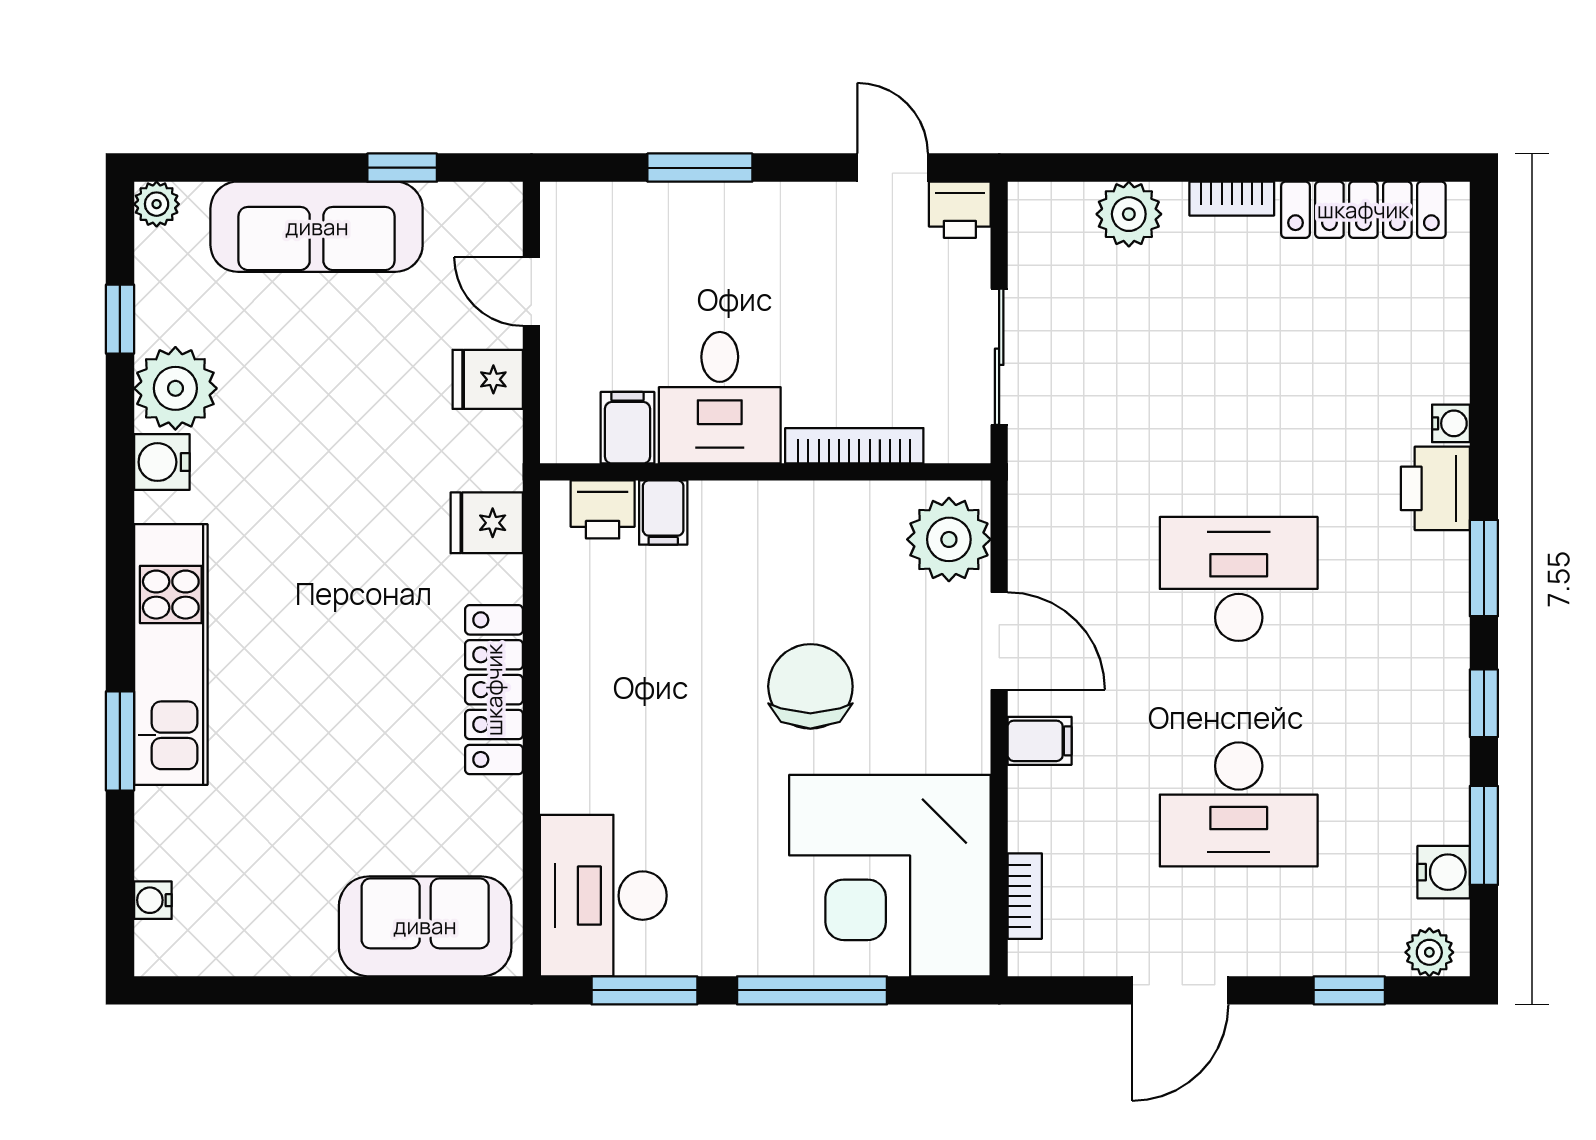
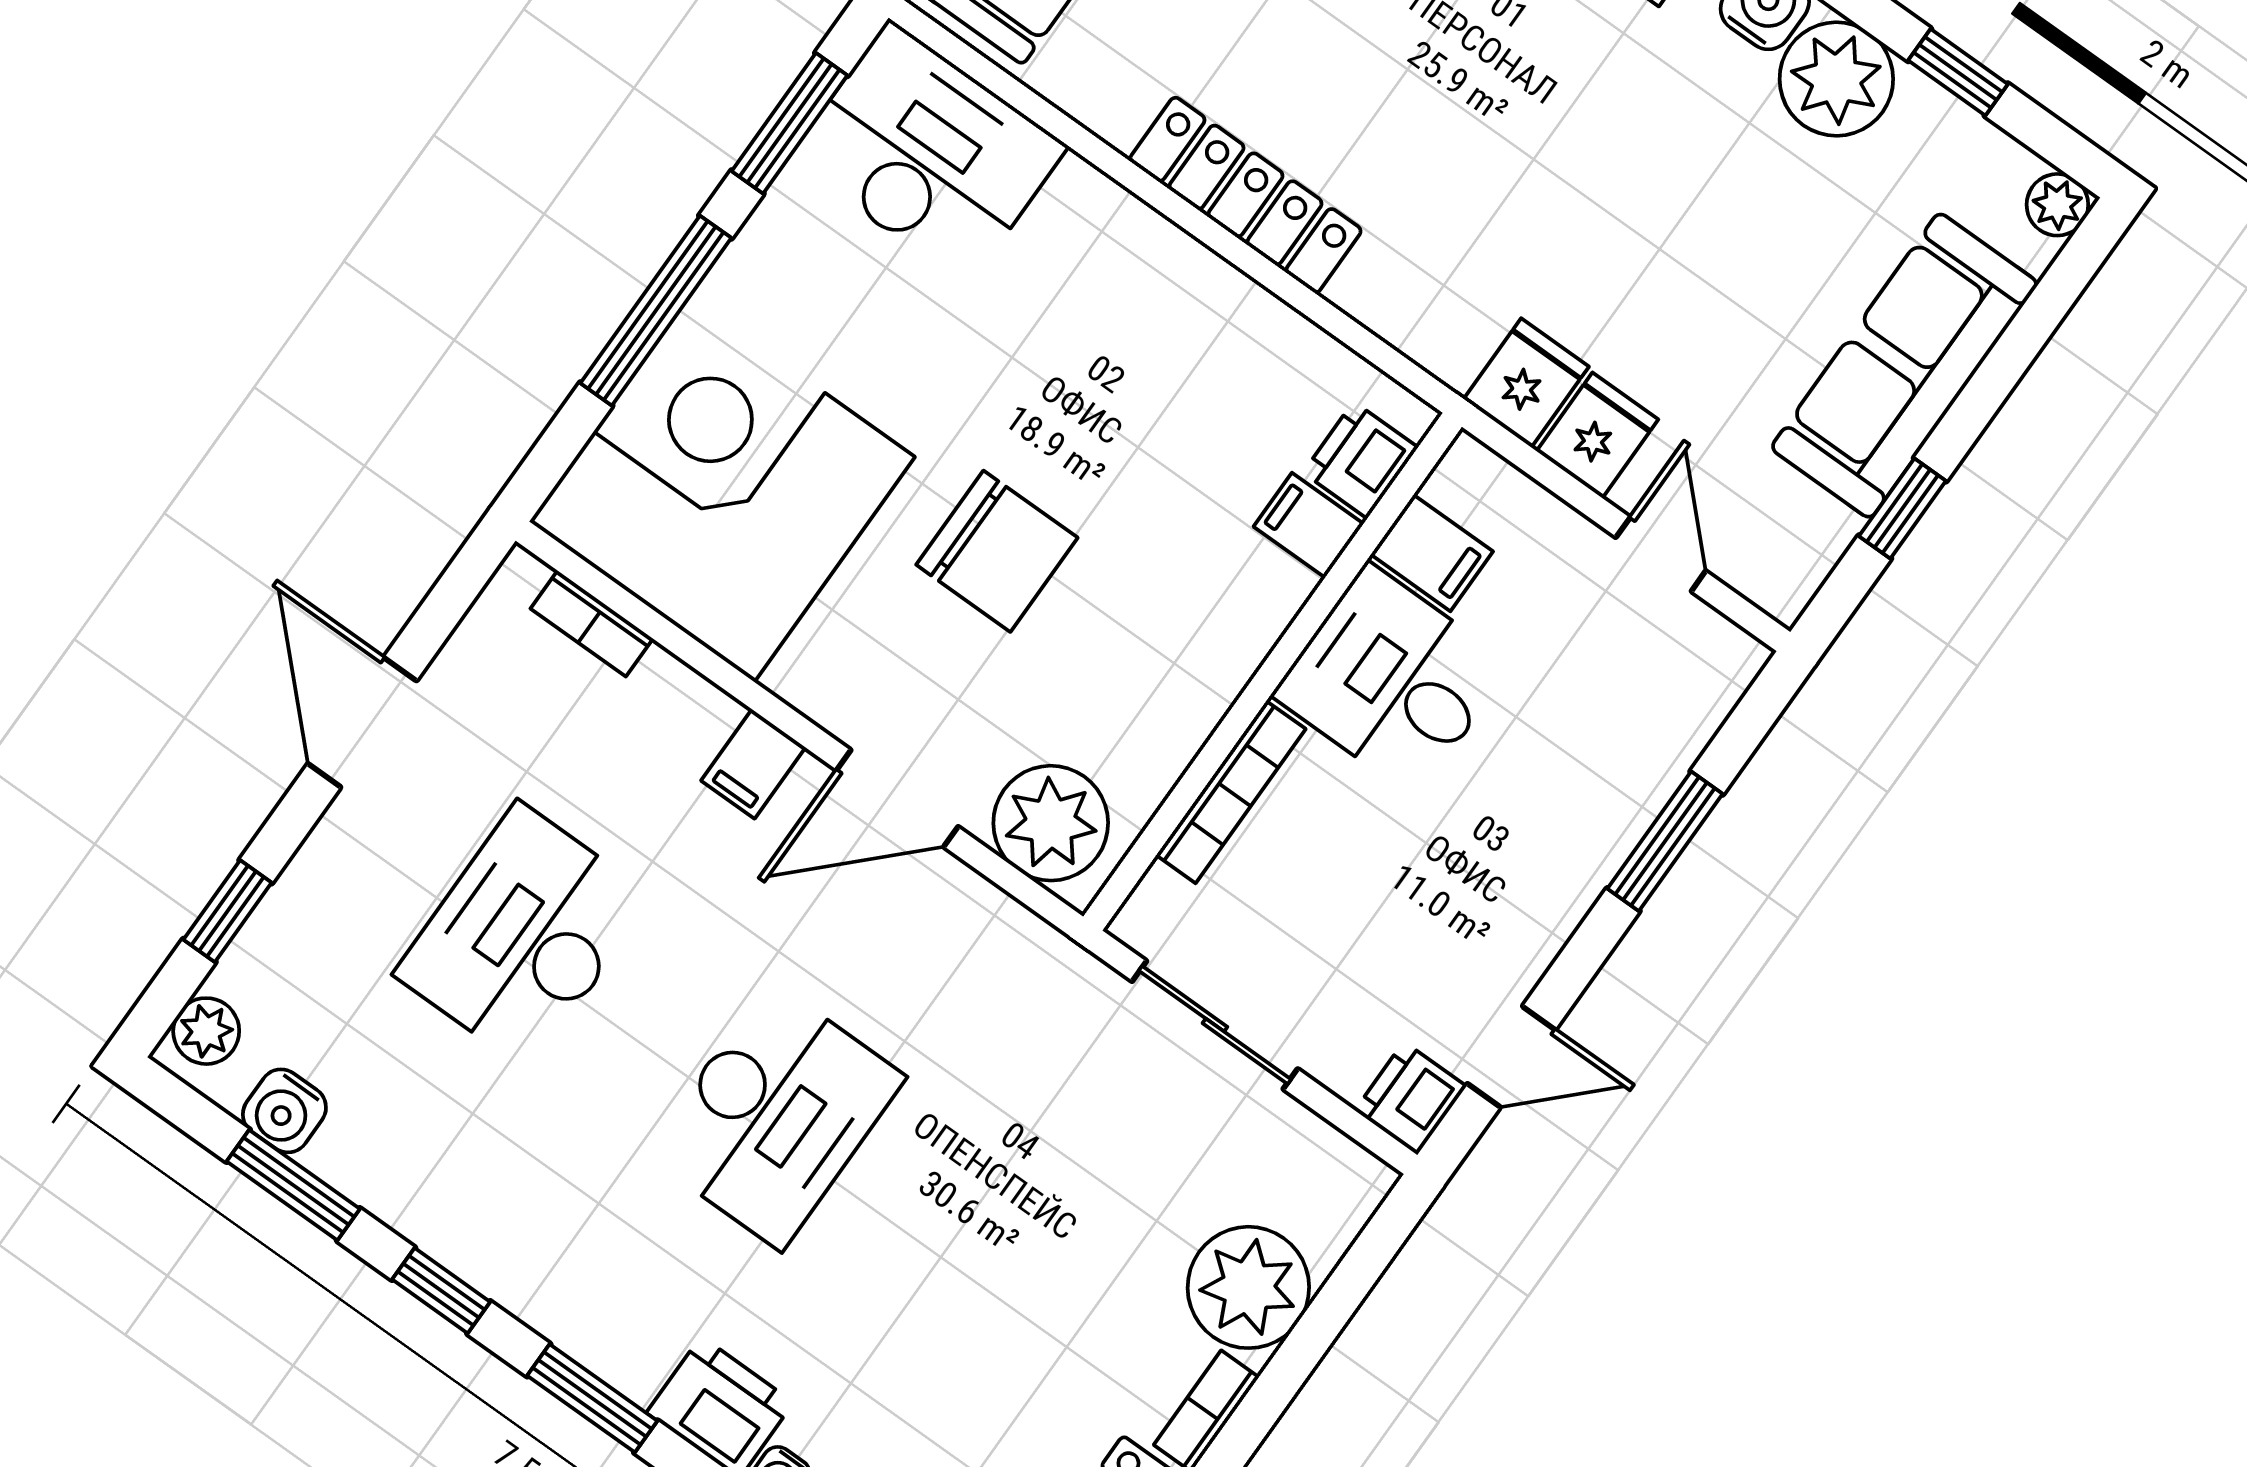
plant: (1129, 214) -> (1248, 1287), width x1.36, depth x1.36
door: (531, 292) -> (1661, 554), hinge flipped
fridge: (487, 523) -> (1526, 383), moved

